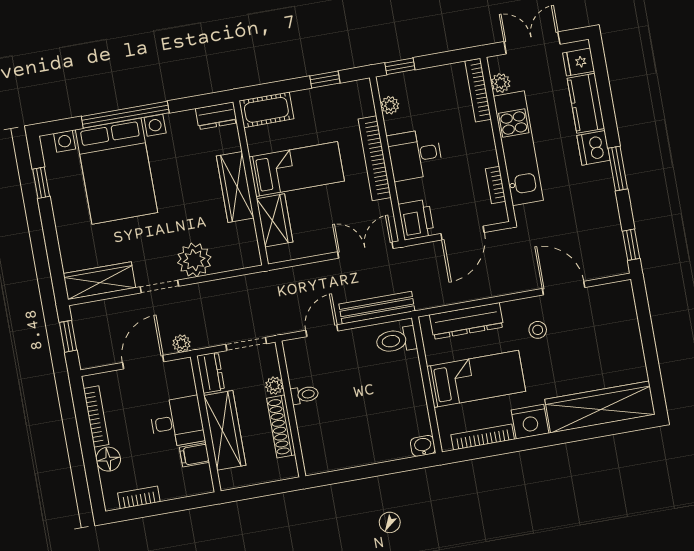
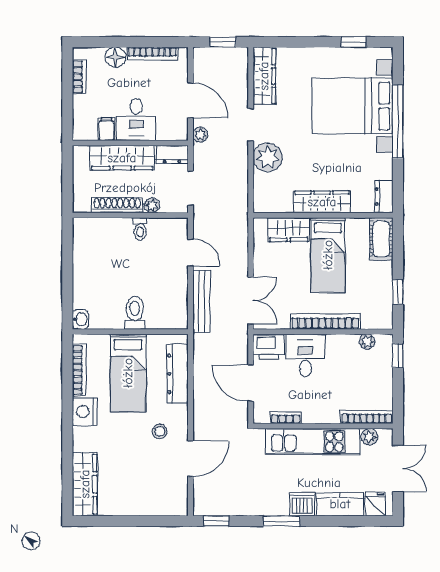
desk: (415, 155) -> (305, 355), moved
toilet: (396, 340) -> (135, 313), moved
wardrobe: (600, 407) -> (85, 484), width x0.71, depth x0.85

